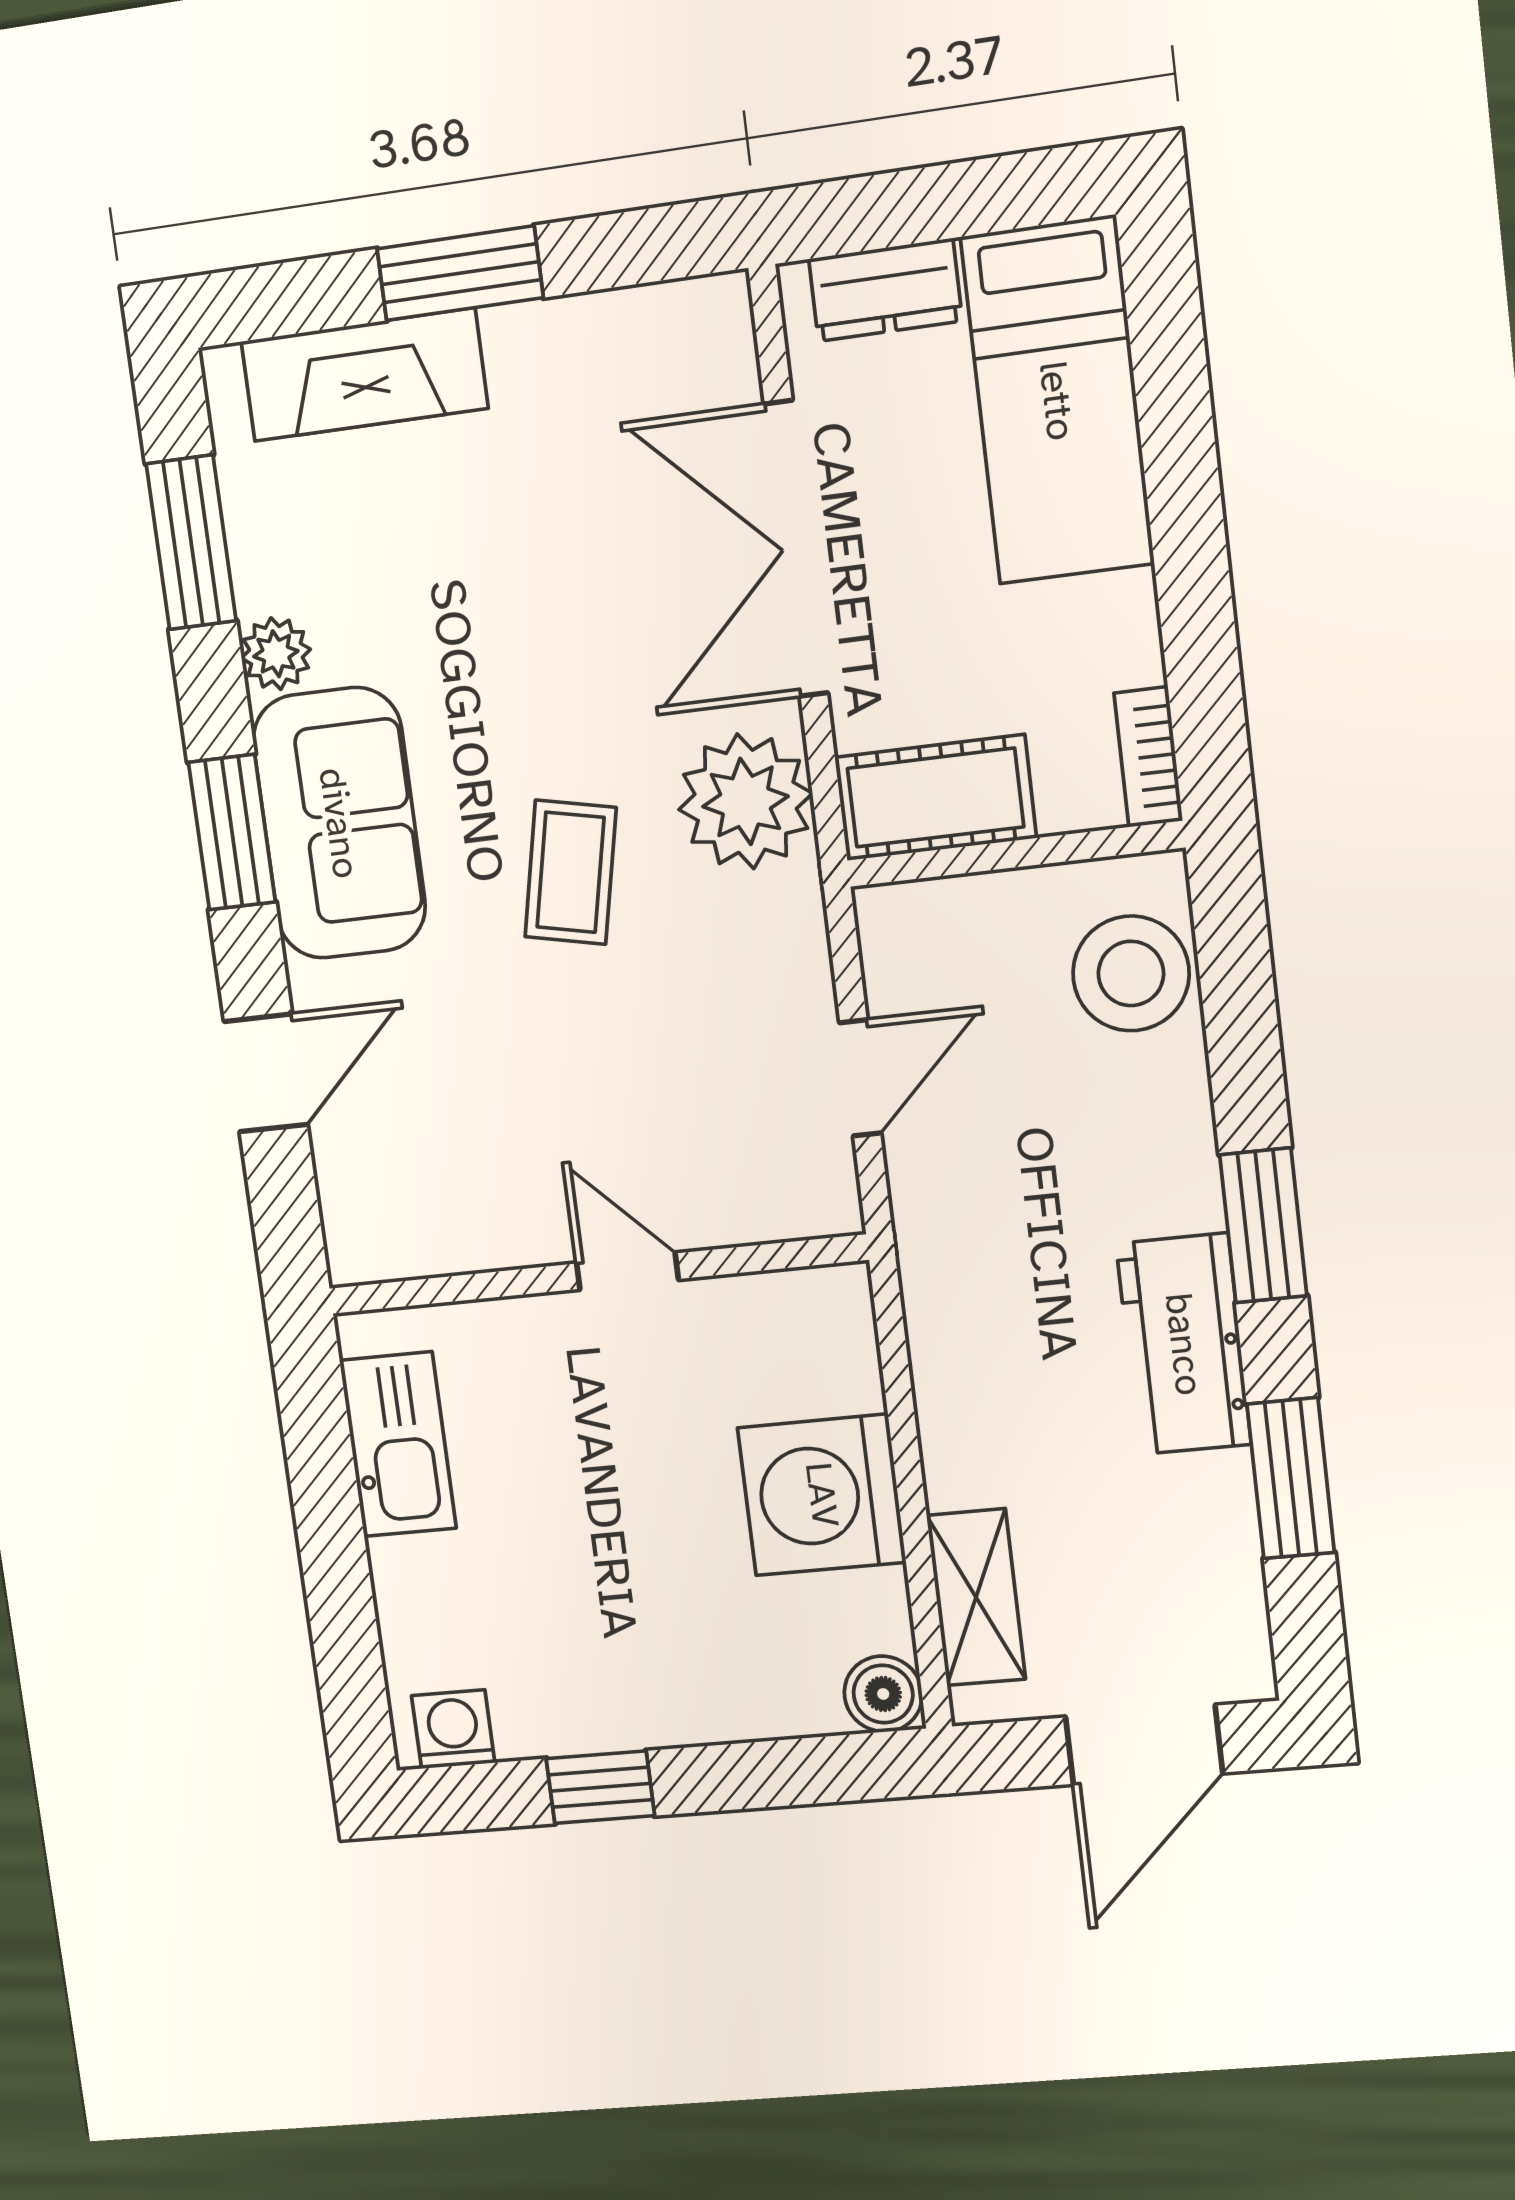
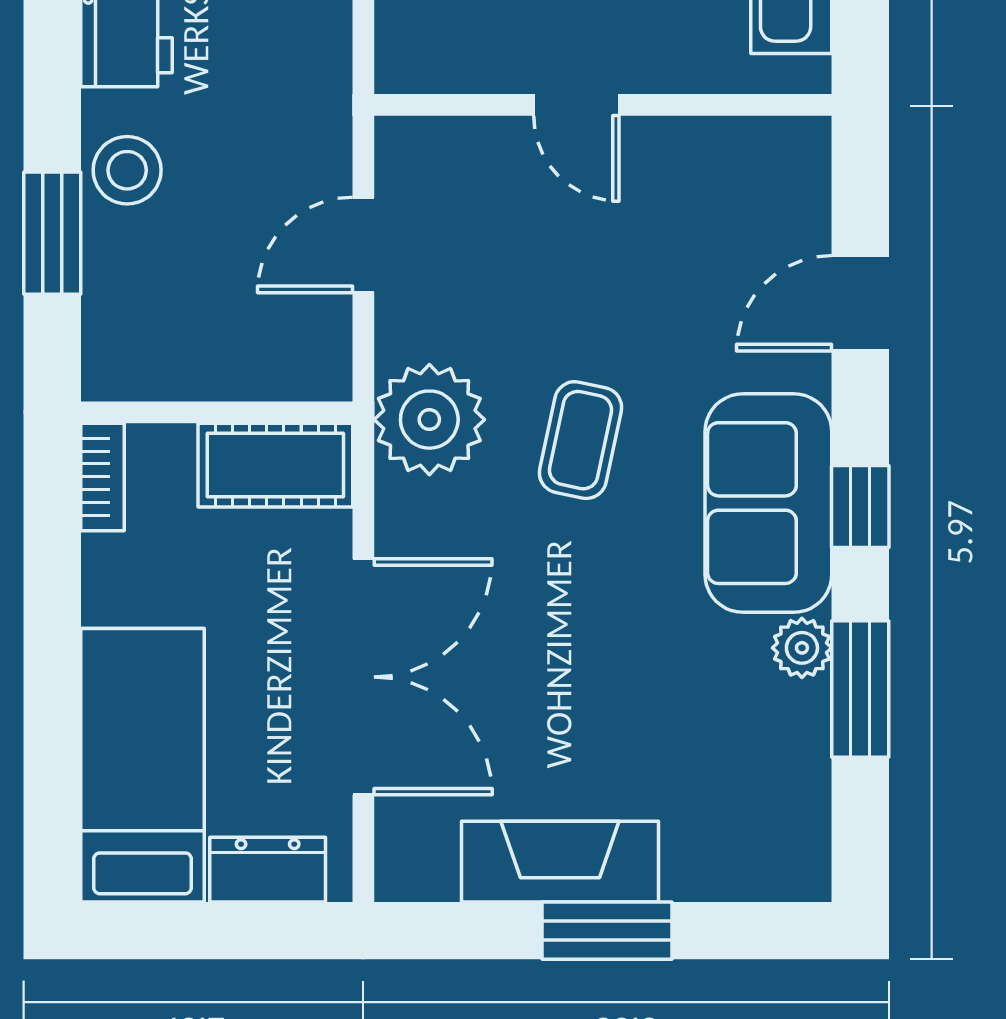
fireplace: (364, 375) -> (560, 862), moved
window: (191, 542) -> (860, 689), moved
plant: (745, 801) -> (429, 420), moved
window: (232, 832) -> (860, 507), width x0.67
stool: (1131, 973) -> (127, 170), moved, width x0.73, depth x0.73
window: (1263, 1225) -> (52, 233), moved

